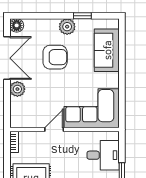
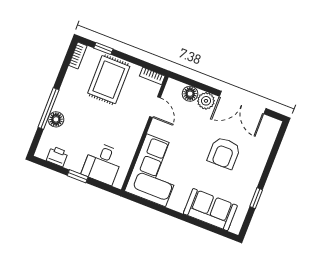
floor lamp: (17, 25) -> (190, 94), moved
plant: (67, 27) -> (251, 178), removed
door: (54, 130) -> (155, 107), moved

